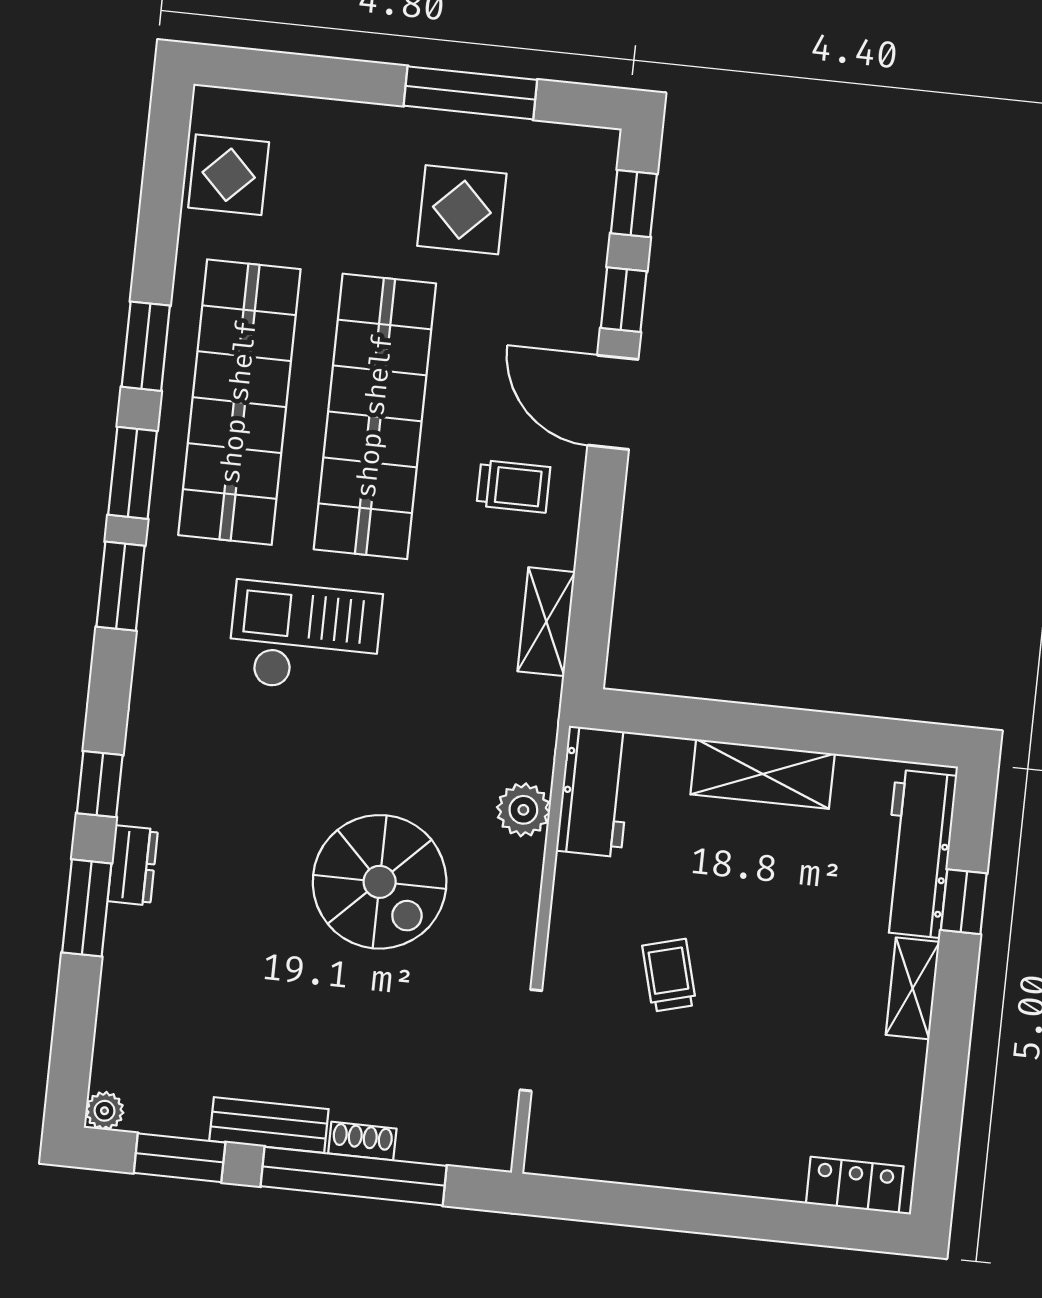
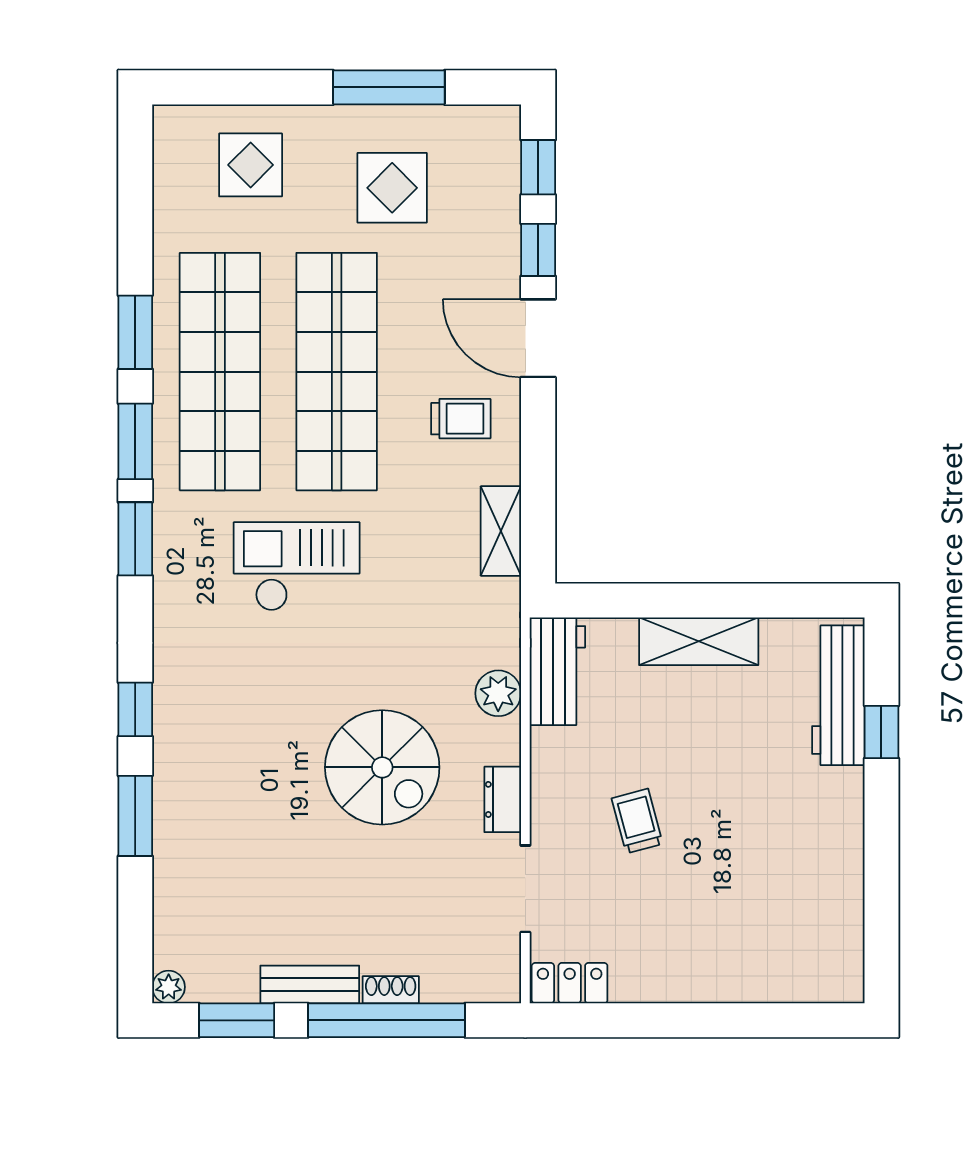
display table: (229, 175) -> (251, 165), moved
dresser: (133, 865) -> (503, 799), moved, turned 180
shelving: (913, 988) -> (846, 810), removed
locker: (855, 1185) -> (570, 983), moved

